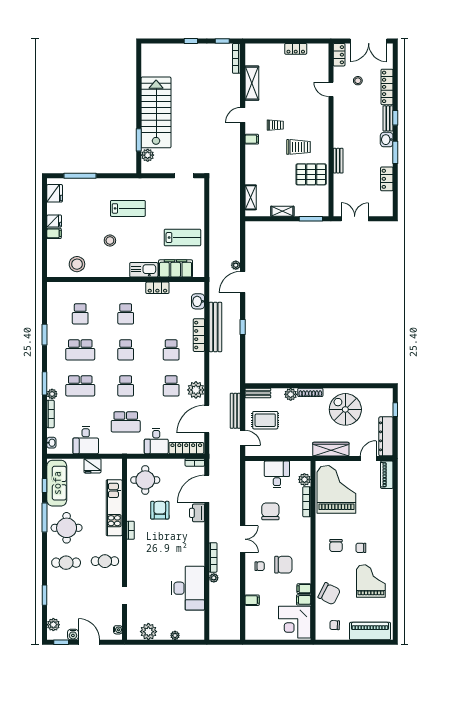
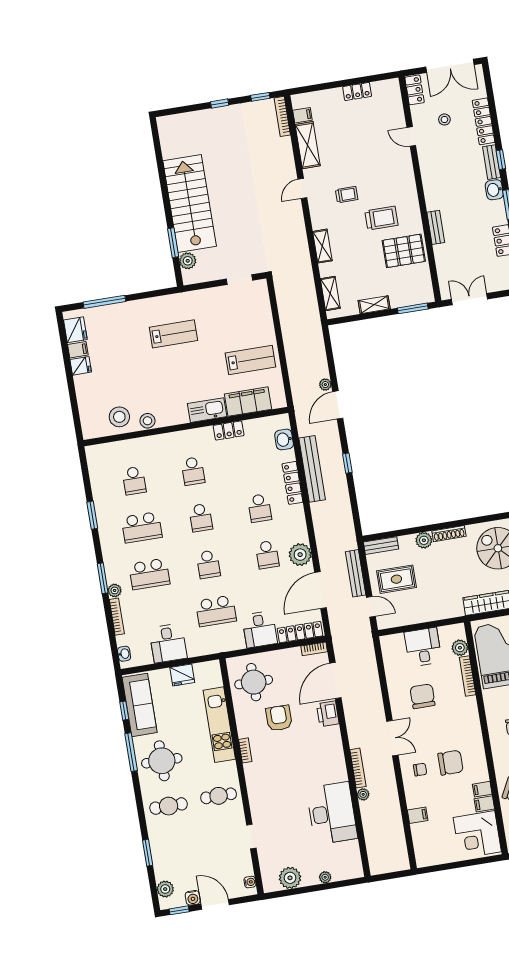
filing cabinet: (252, 139) -> (302, 115), moved
shelving: (251, 161) -> (322, 246), added
filing cabinet: (54, 233) -> (78, 350), moved
stool: (110, 241) -> (147, 421), moved

